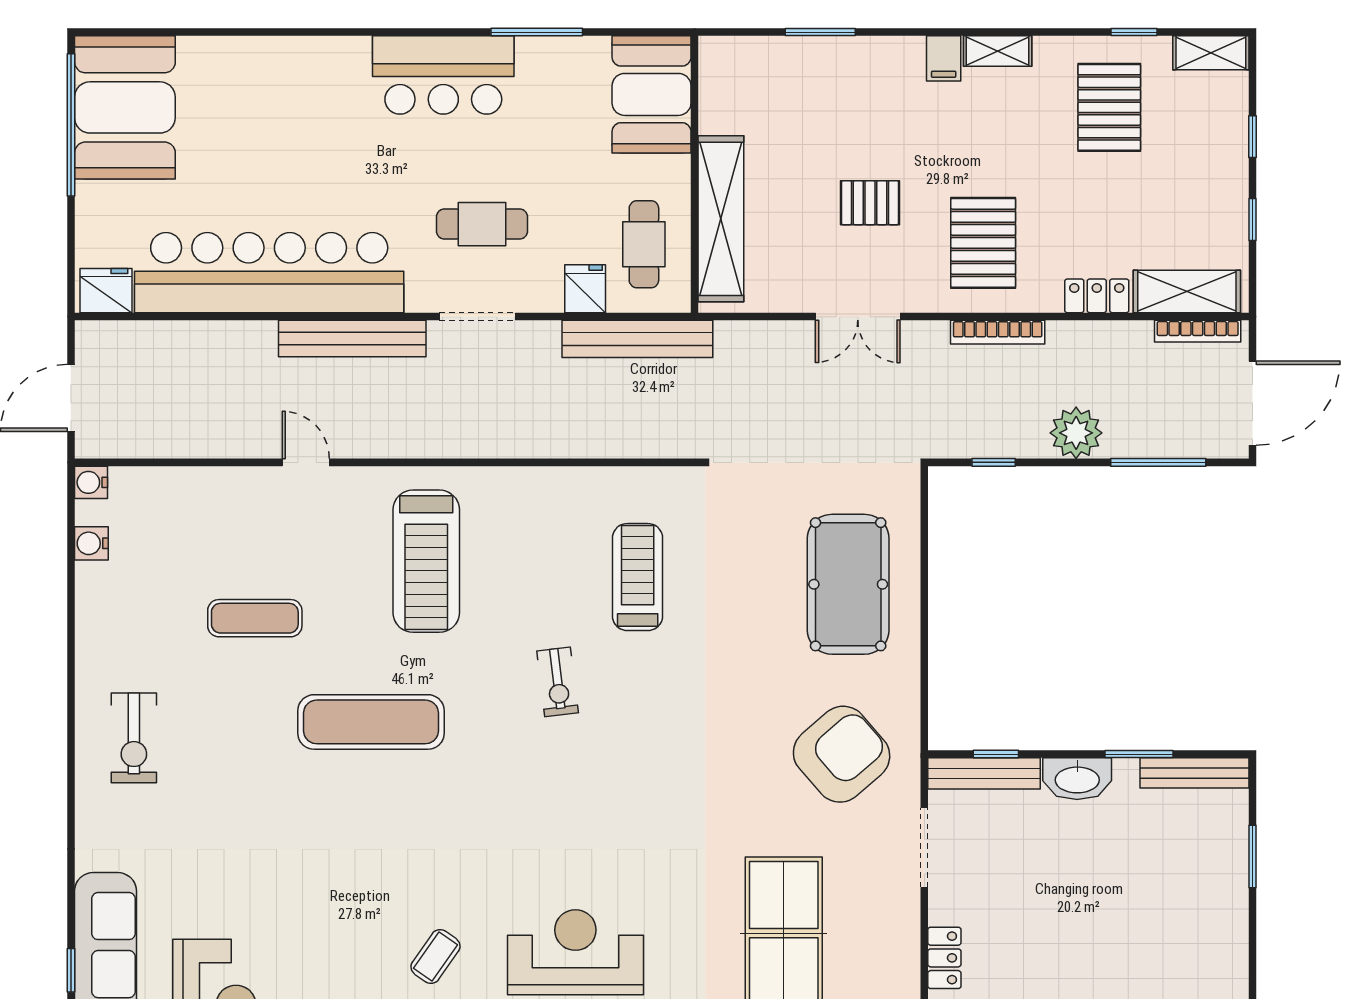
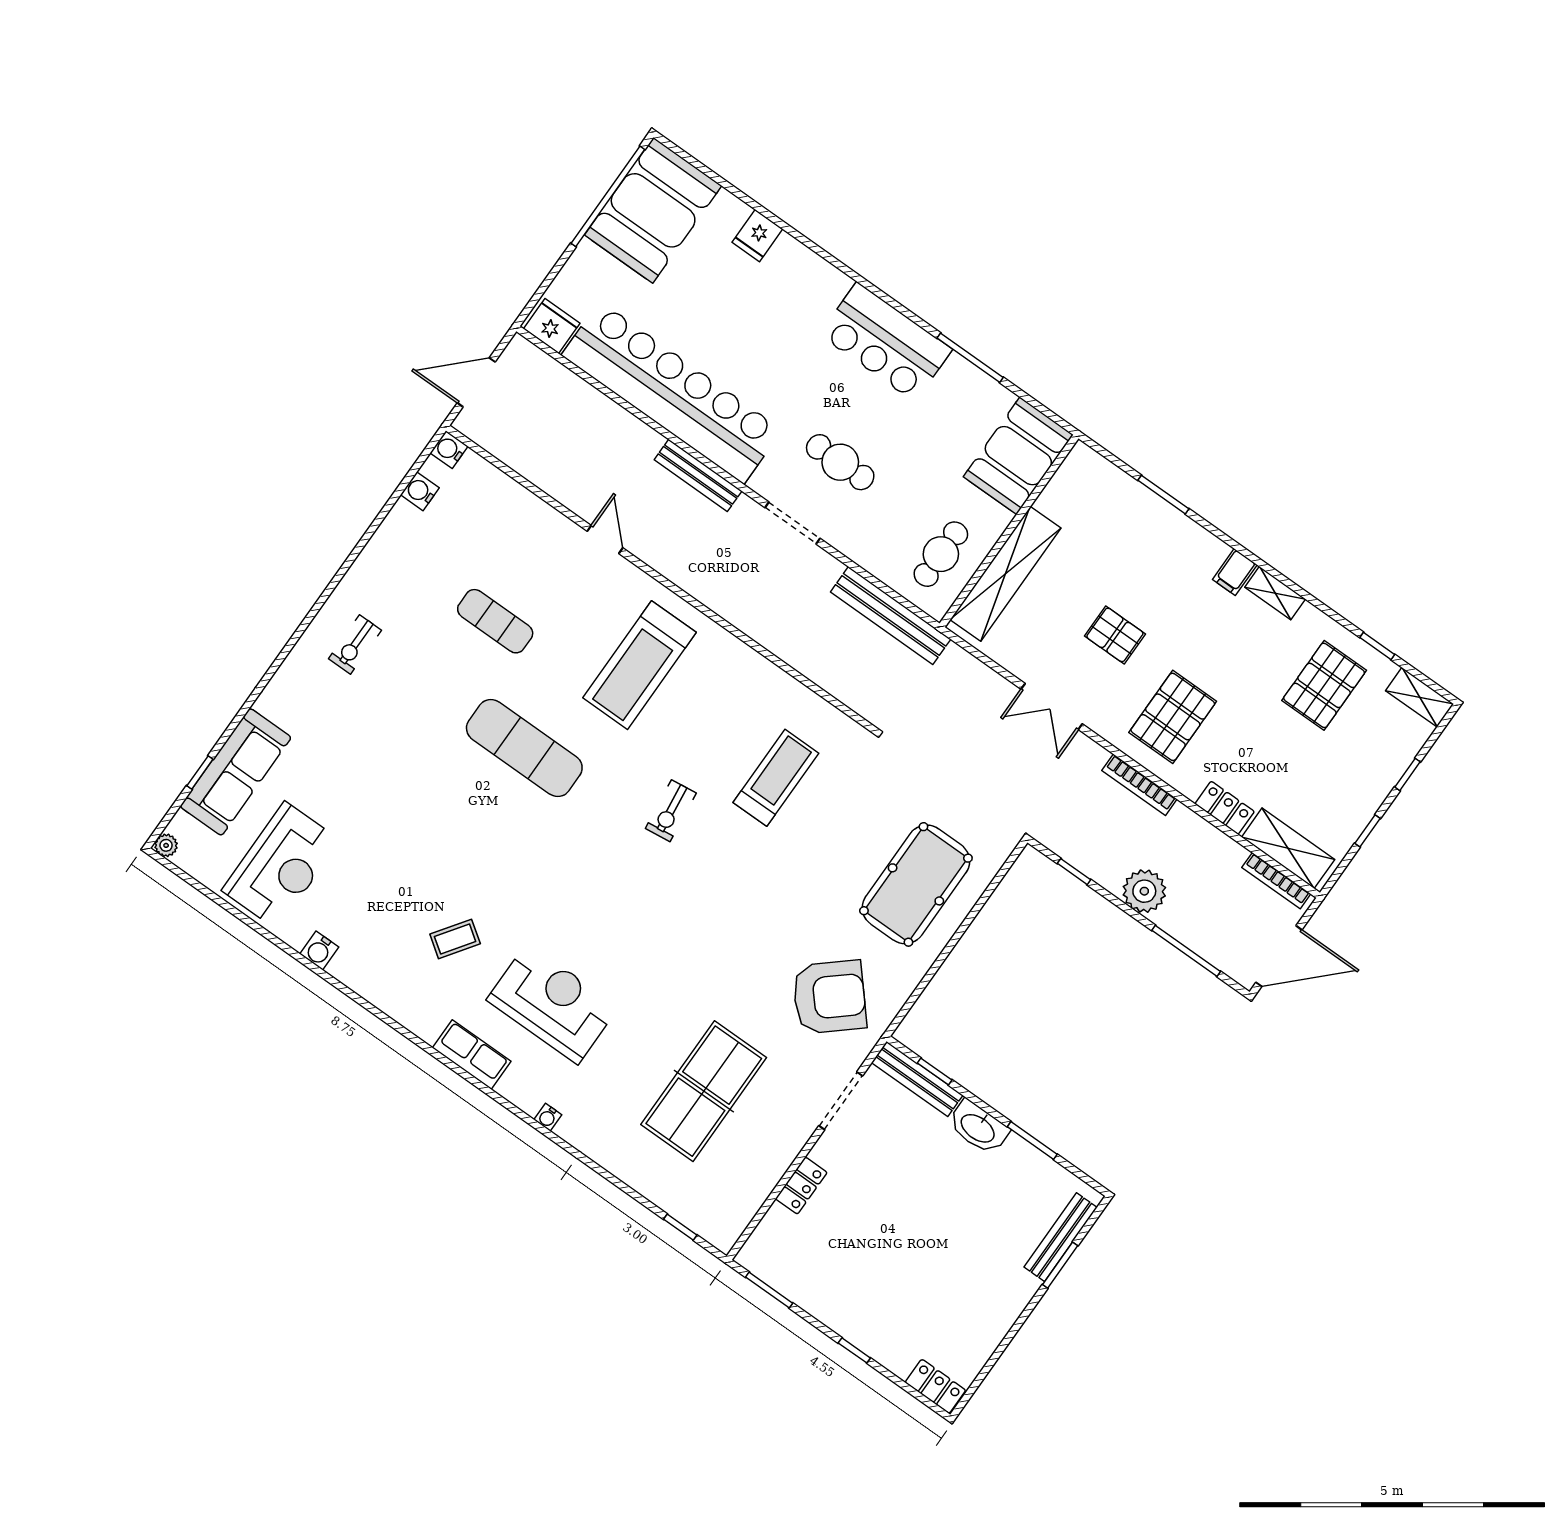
fridge: (585, 289) -> (757, 236), moved, turned 180
bench: (352, 338) -> (698, 475), width x0.73, depth x0.82
exercise bike: (134, 738) -> (355, 644), width x0.73, depth x0.72
bench: (1194, 773) -> (1061, 1237), moved, turned 90

